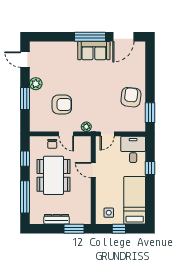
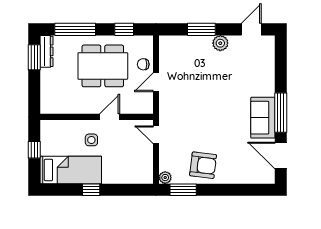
armchair: (62, 104) -> (194, 77), removed
plant: (86, 127) -> (165, 178), moved
desk: (133, 149) -> (136, 168), removed
window: (150, 168) -> (91, 190), moved
side table: (109, 213) -> (91, 140), moved
dresser: (57, 219) -> (46, 51), moved
window: (74, 229) -> (34, 57), moved

